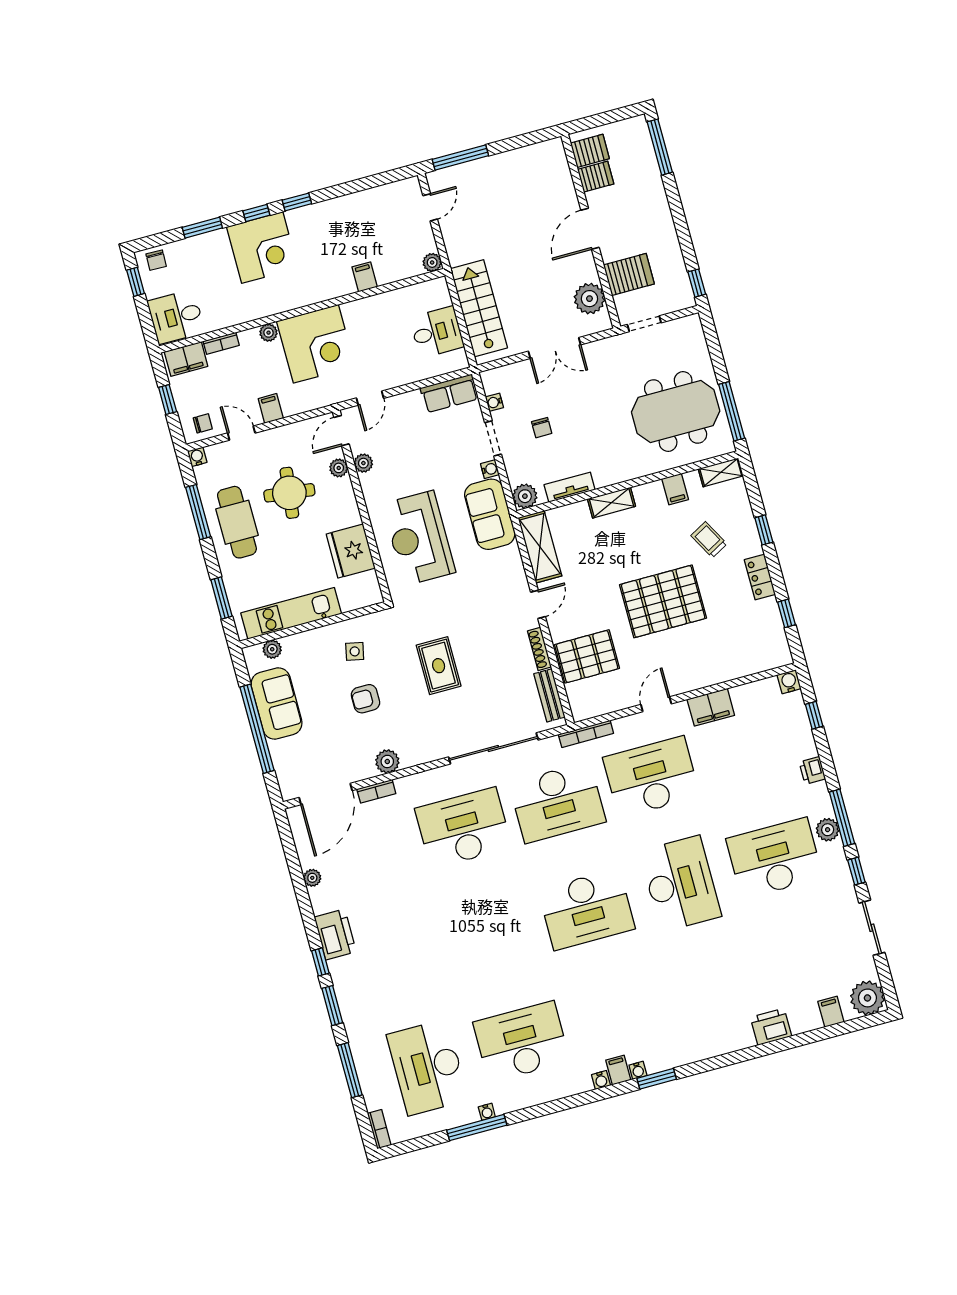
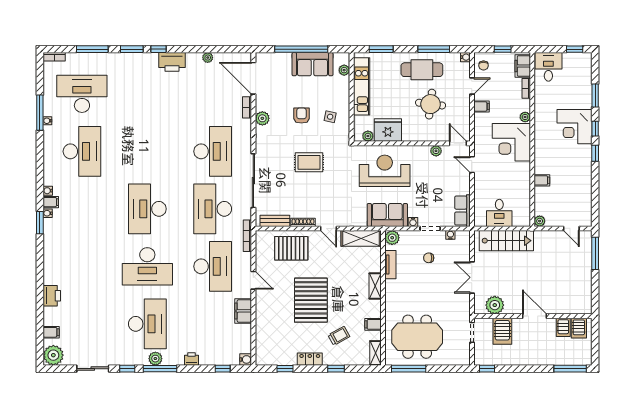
chair: (156, 260) -> (584, 64), removed
meeting table: (676, 412) -> (417, 337), turned 90
plant: (339, 468) -> (368, 136), moved
pallet: (587, 656) -> (291, 248), turned 90

